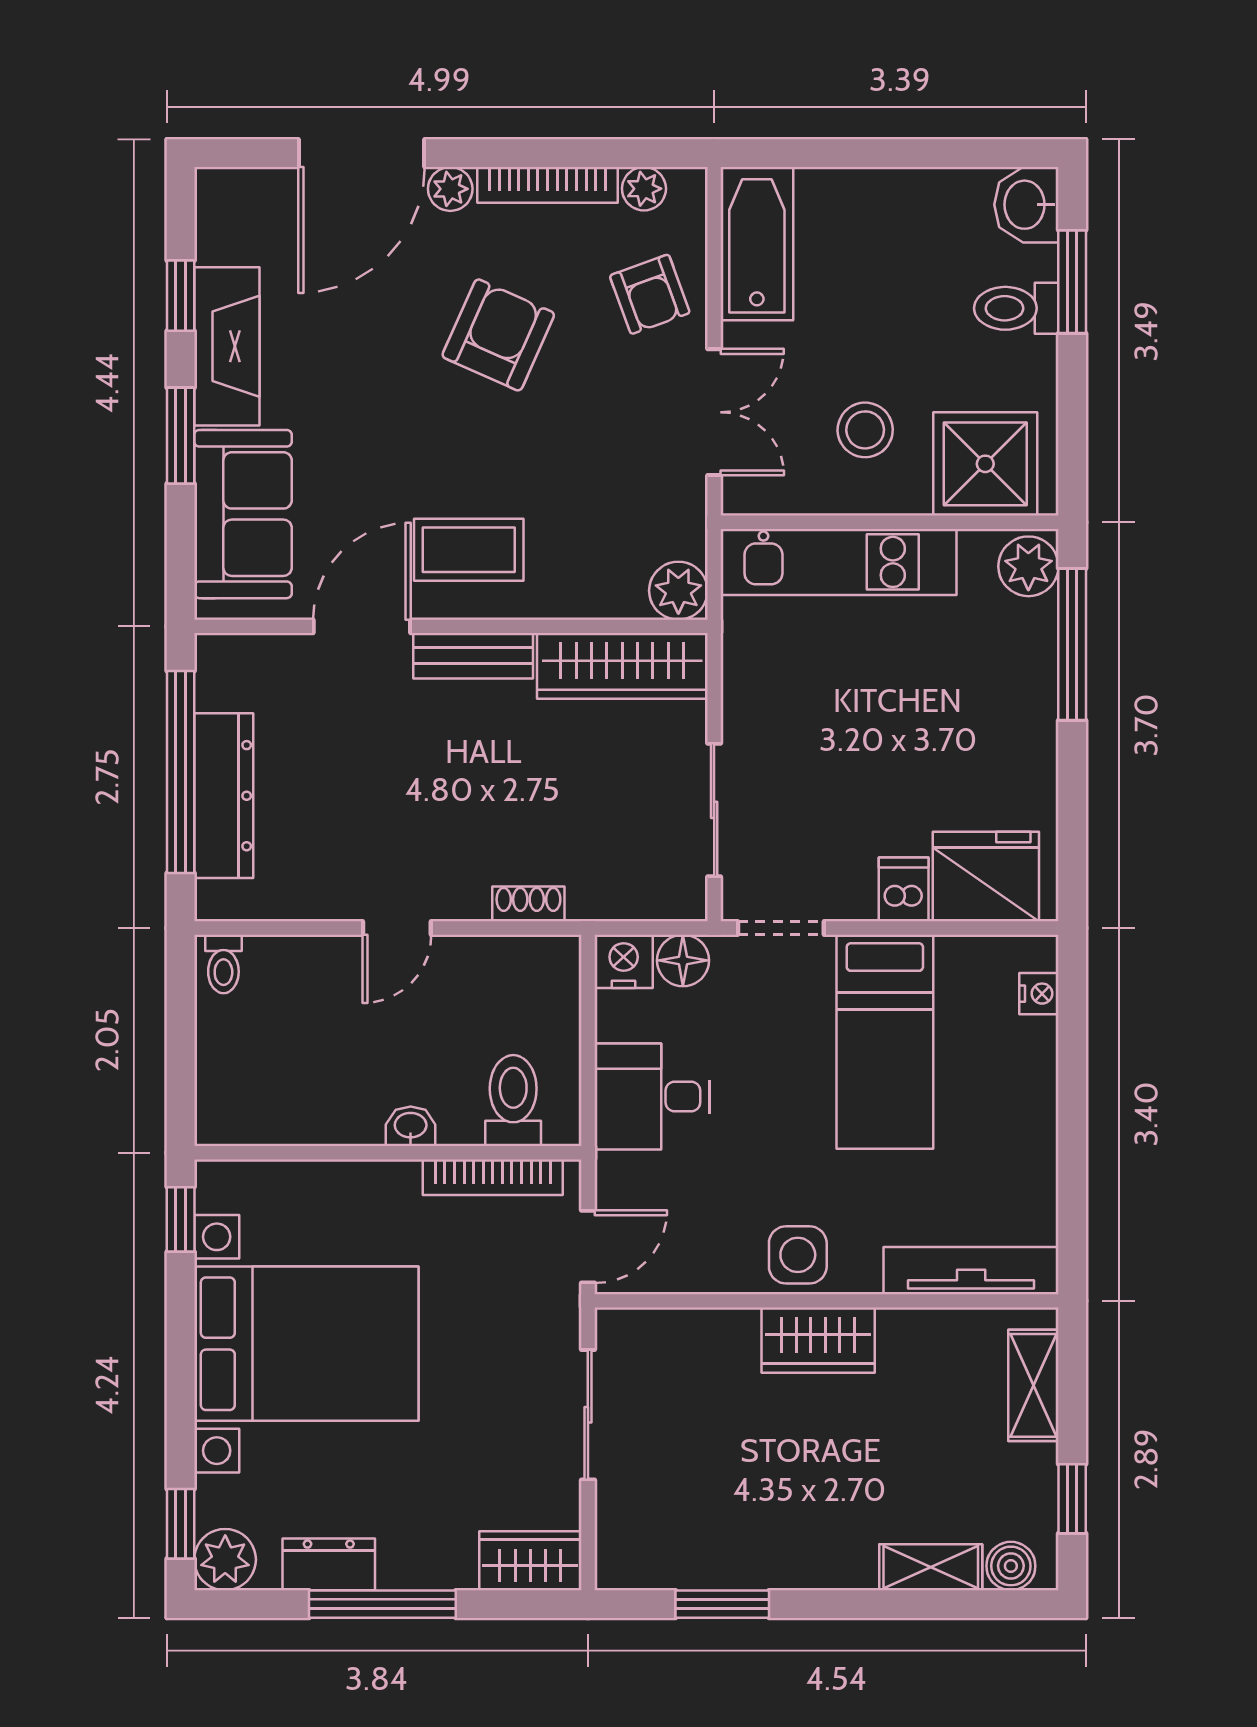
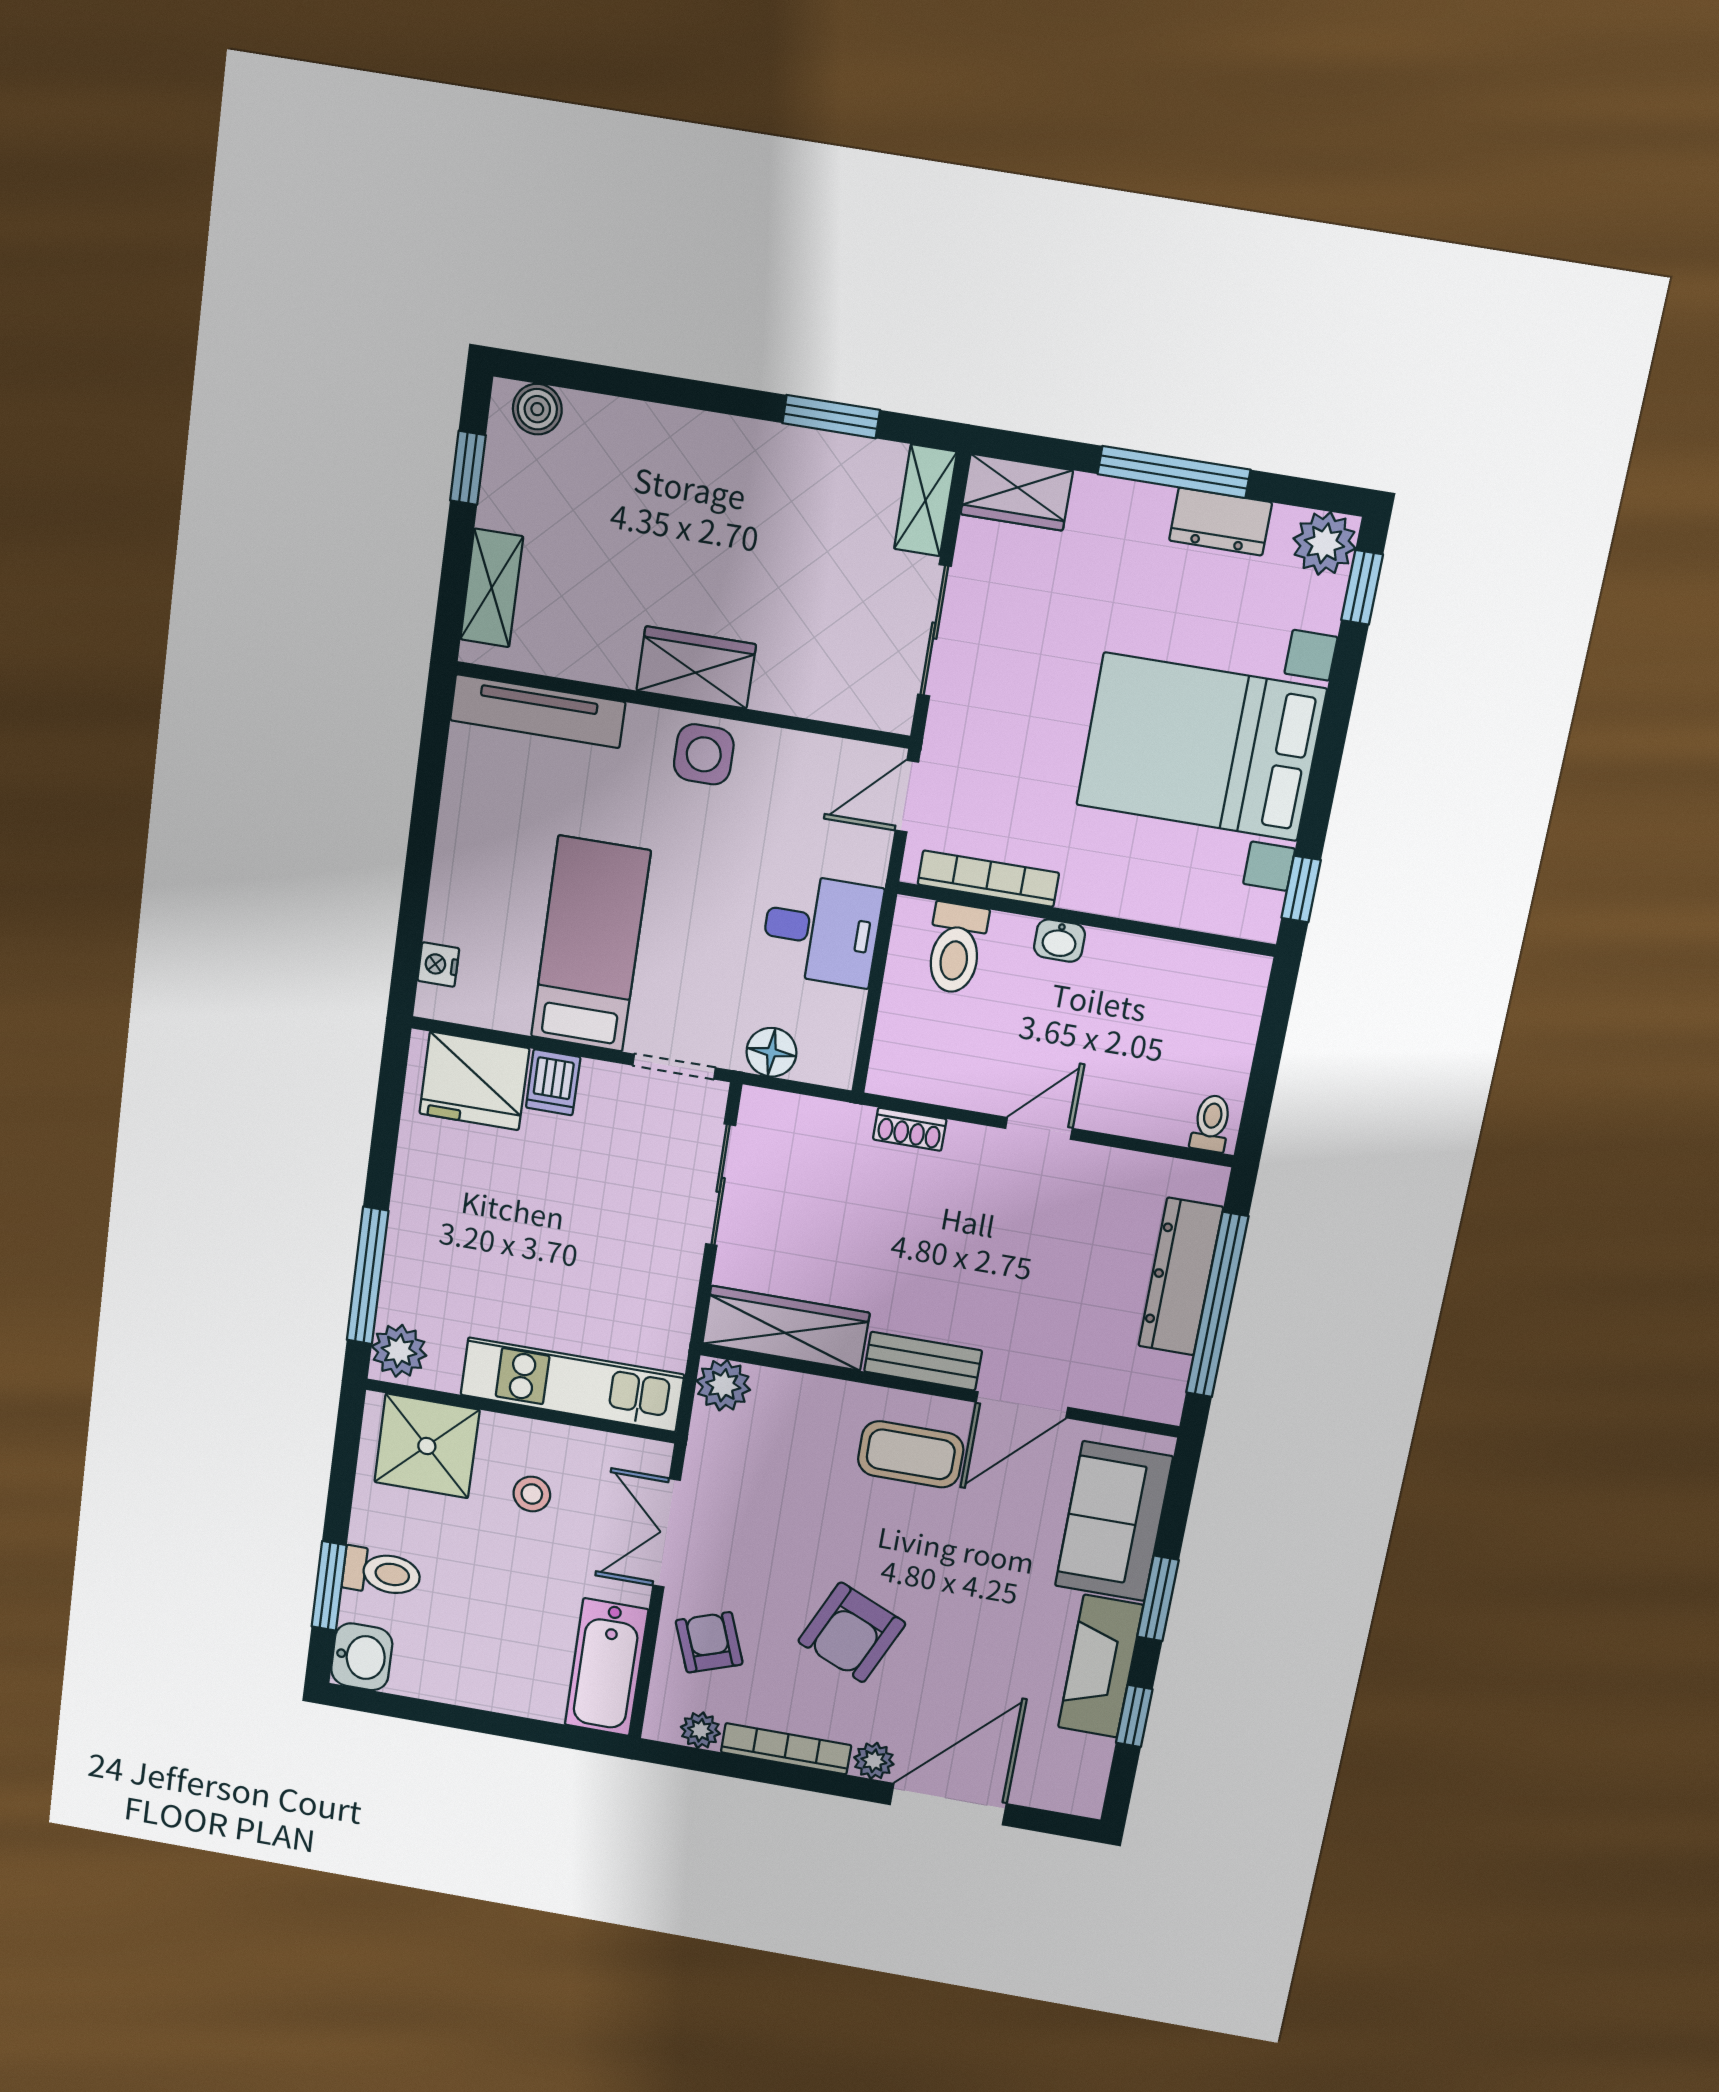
stool: (865, 430) -> (532, 1494), width x0.73, depth x0.73
nightstand: (624, 961) -> (828, 1061), removed
shelving: (931, 1567) -> (925, 500), moved, turned 90

